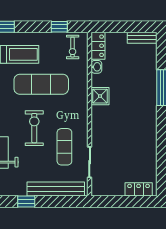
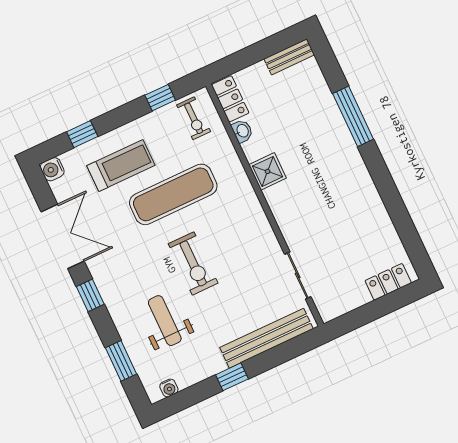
exercise bike: (34, 128) -> (193, 263), turned 180
exercise mat: (64, 147) -> (250, 270), removed

